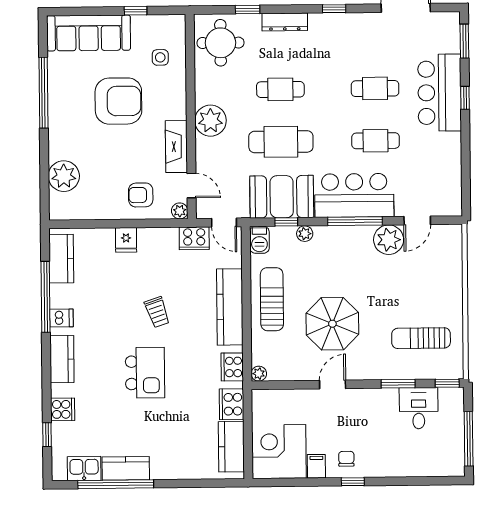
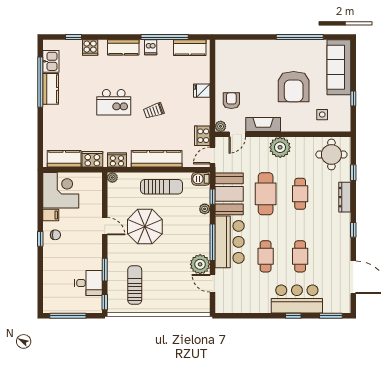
plant: (64, 176) -> (244, 50), removed

